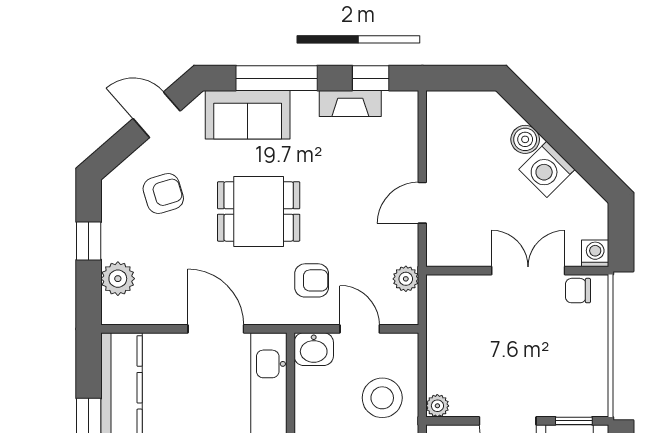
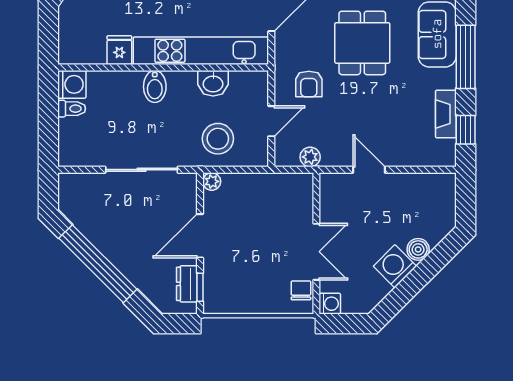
washbasin: (314, 349) -> (213, 83), moved, turned -90

